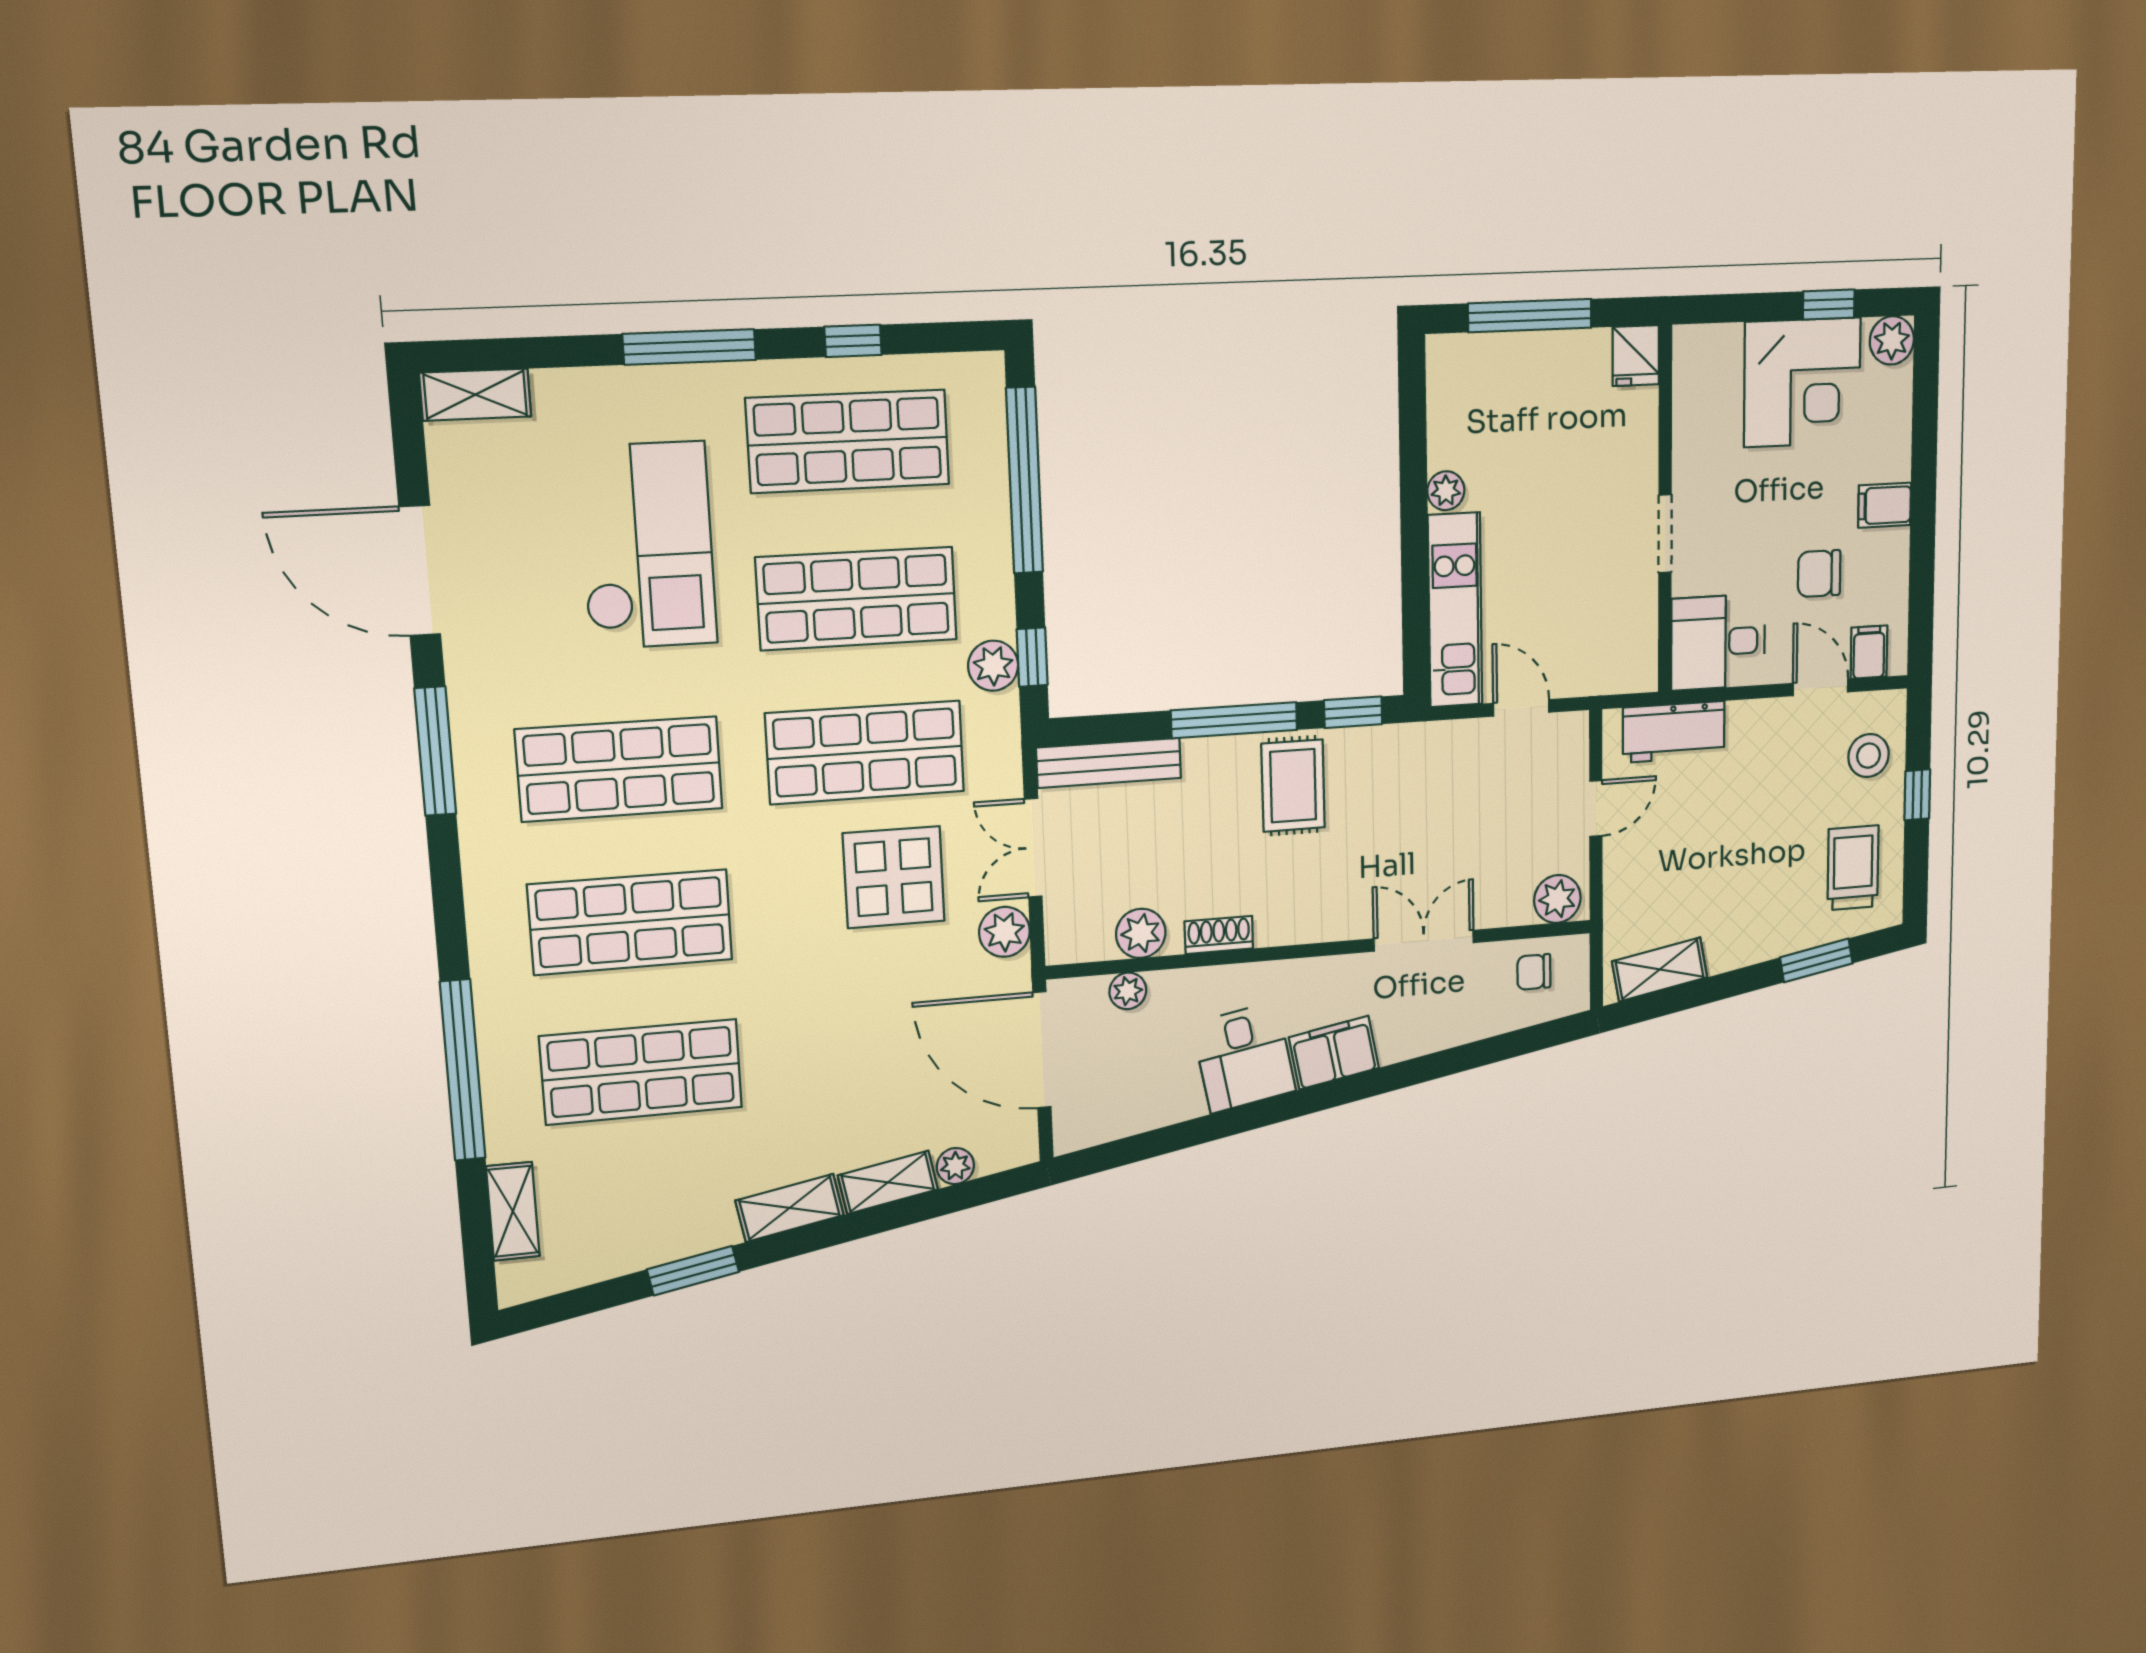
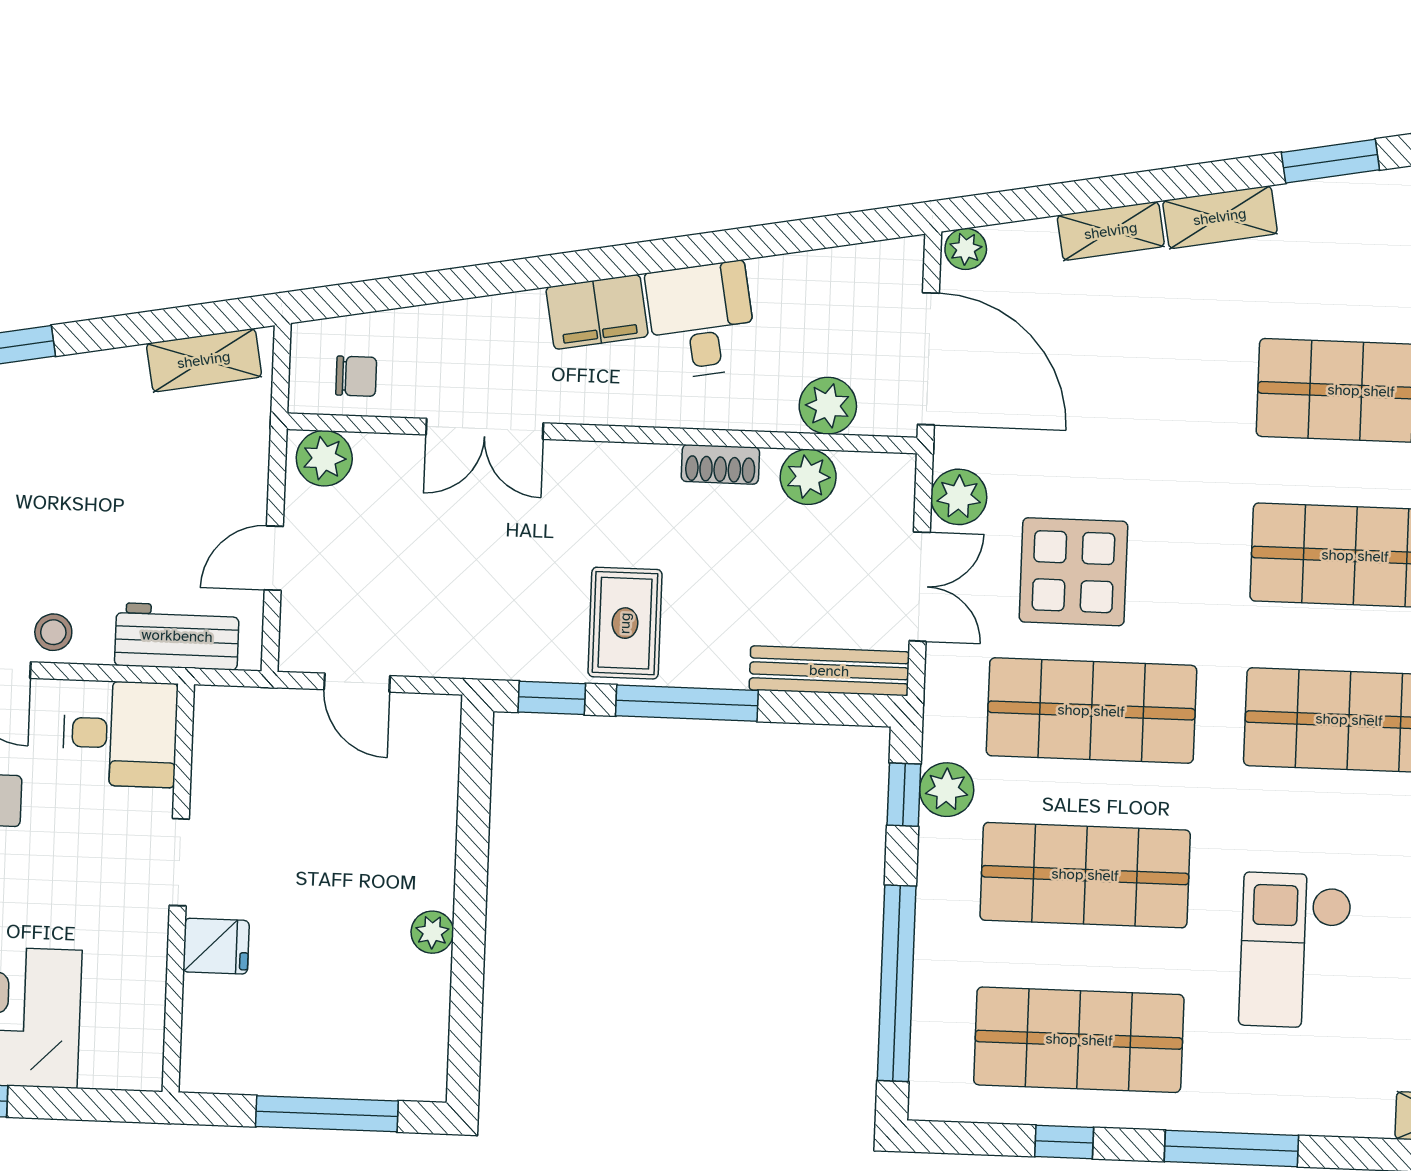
fridge: (1636, 356) -> (216, 946), moved, turned 90
checkout: (647, 545) -> (1295, 950), width x0.73, depth x0.83
kitchen unit: (1455, 610) -> (428, 800), removed
stool: (1775, 724) -> (53, 632), added
plant: (1128, 991) -> (828, 406), width x1.38, depth x1.38
plant: (955, 1166) -> (966, 249), moved

